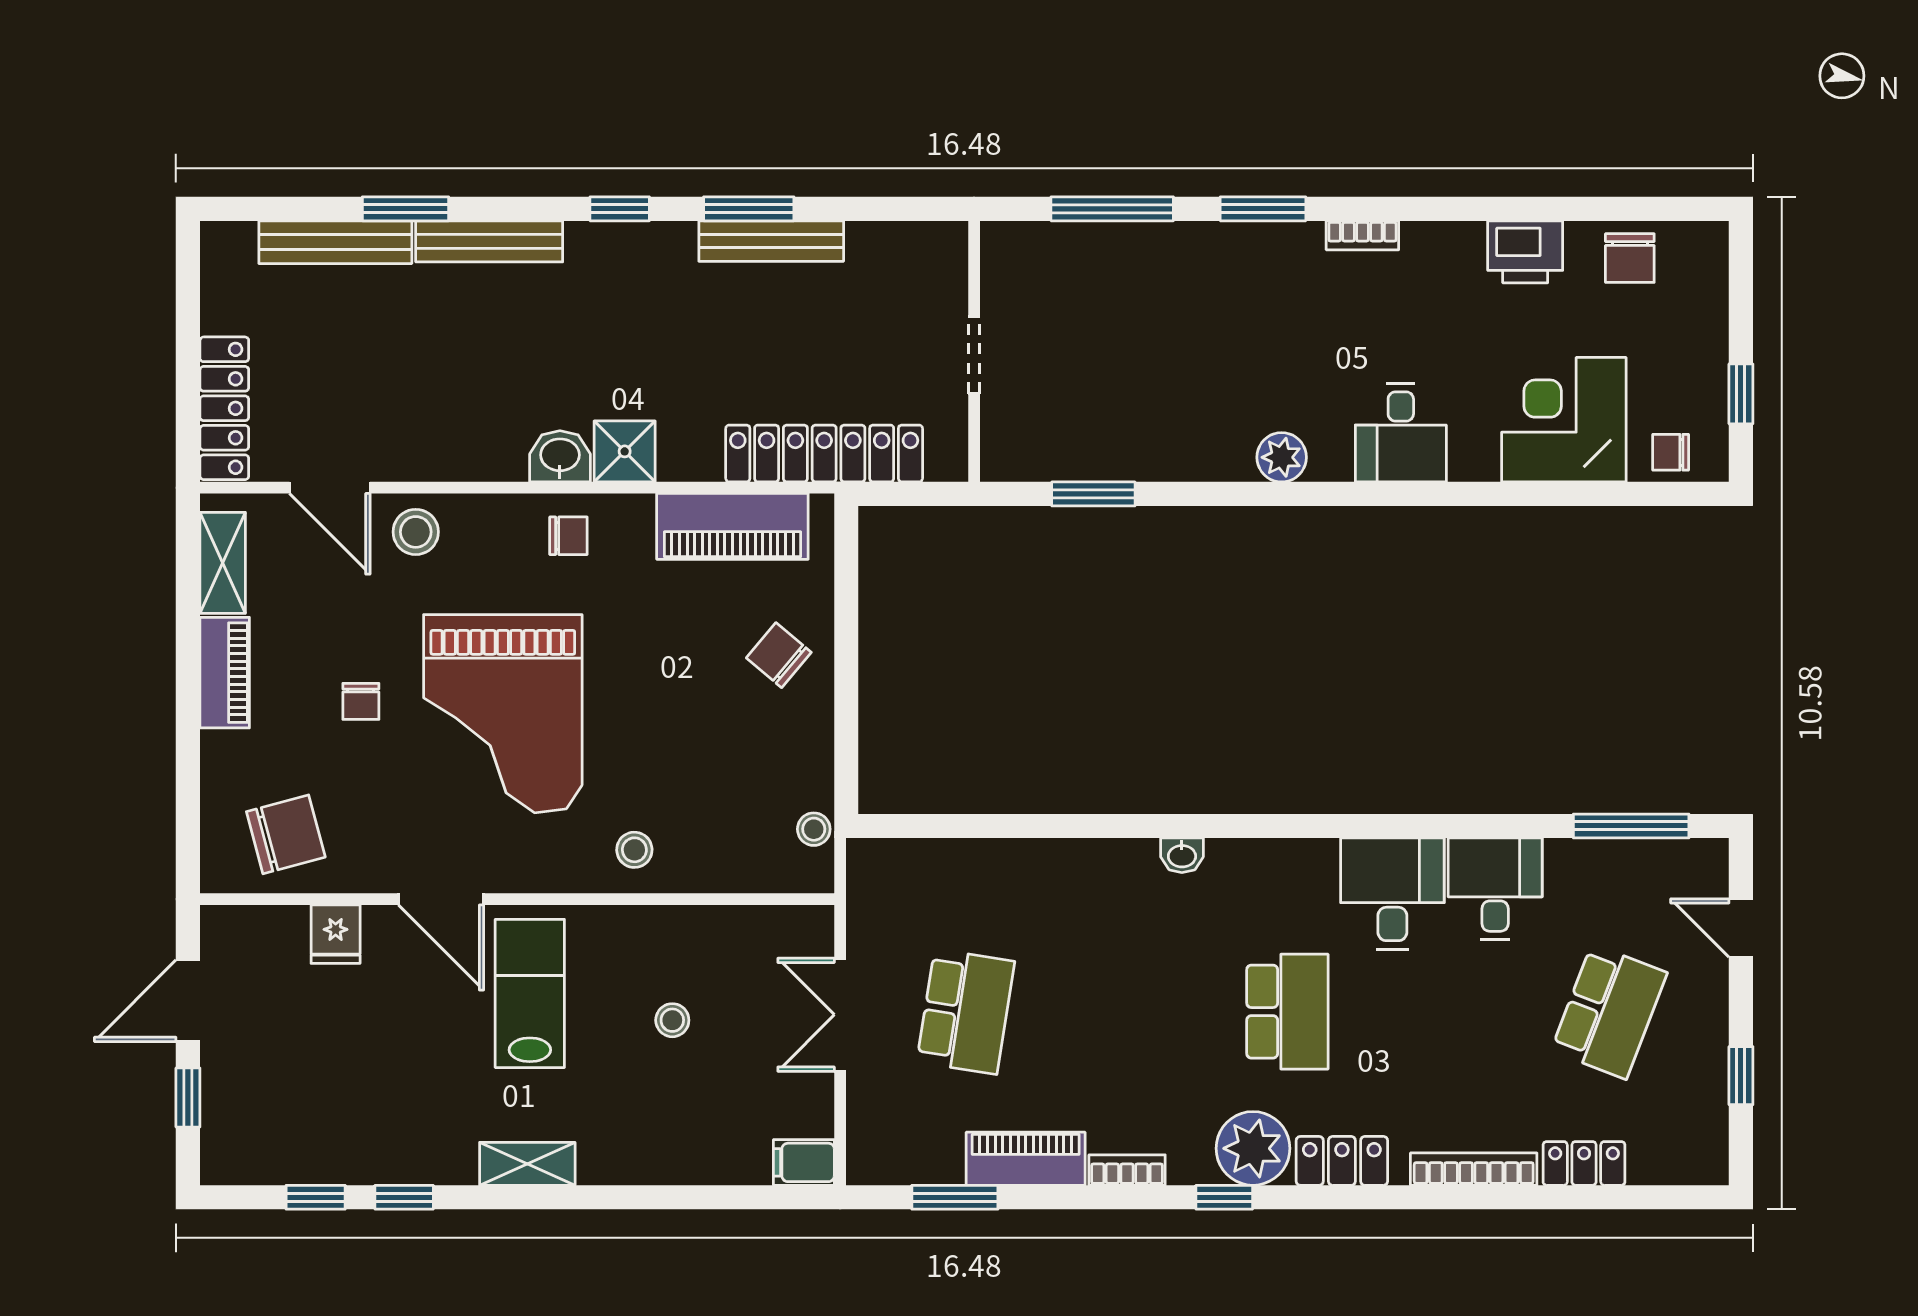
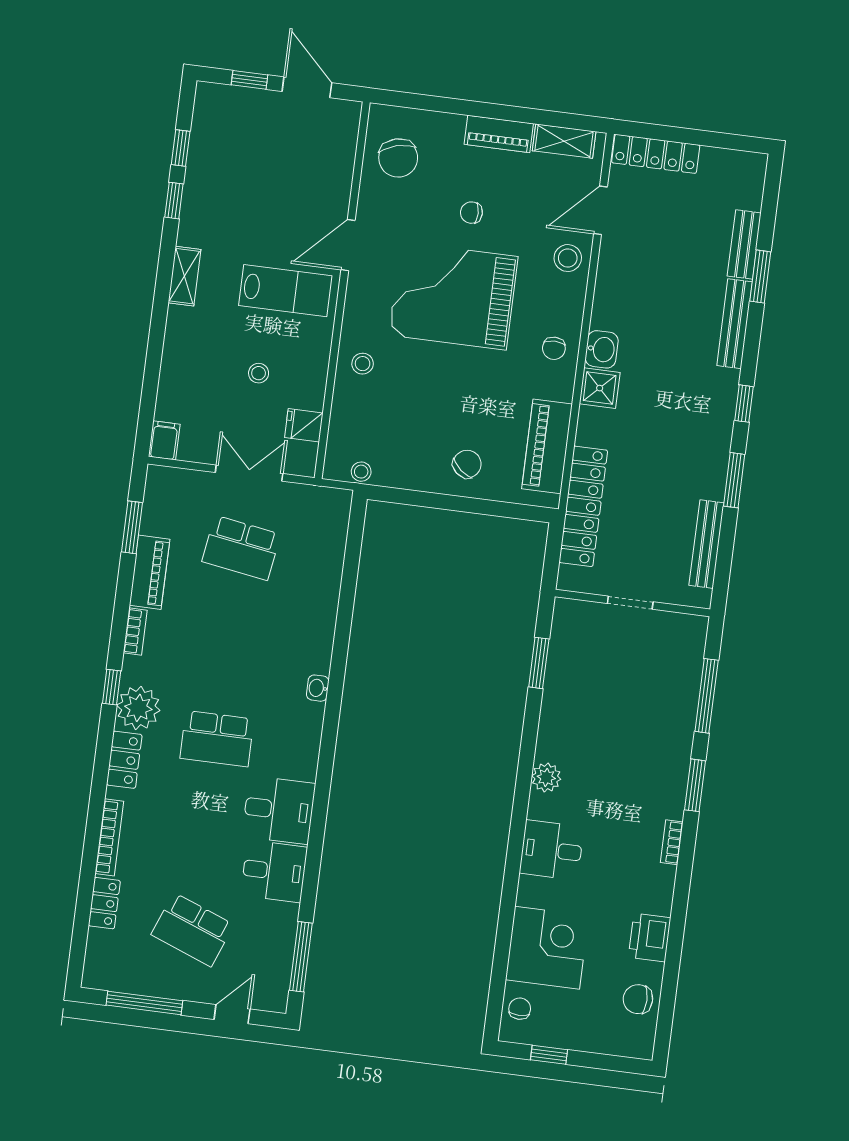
bench: (771, 241) -> (707, 544), moved
bench: (335, 242) -> (744, 244), width x0.73
fridge: (336, 934) -> (304, 425), moved
window: (1741, 1076) -> (144, 1003), width x2.17

